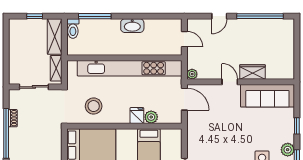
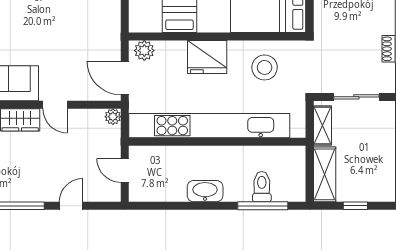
toilet: (73, 29) -> (262, 187), moved
fridge: (137, 115) -> (207, 57), width x1.88, depth x1.34
plant: (151, 117) -> (144, 51), moved

